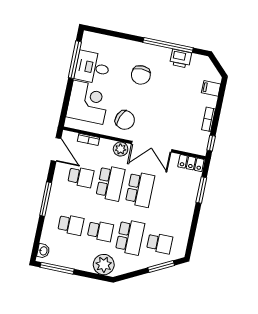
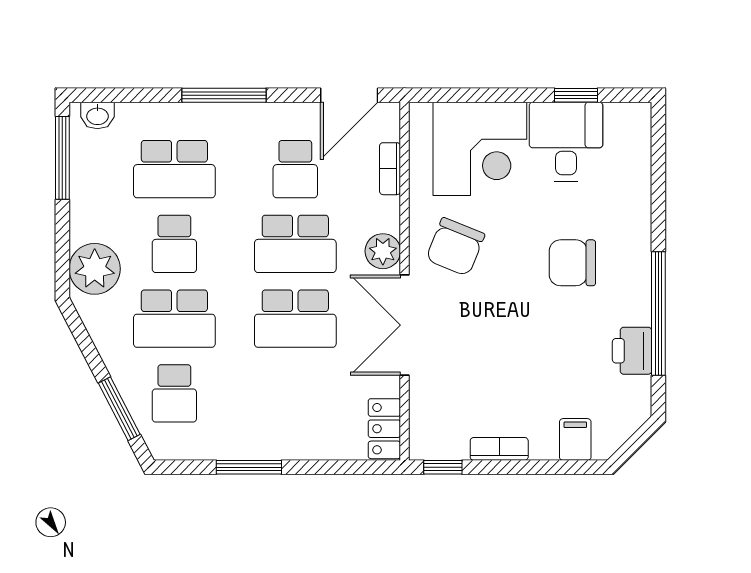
window: (75, 60) -> (576, 95), width x0.46
window: (201, 190) -> (249, 467), moved
school desk: (71, 225) -> (174, 169), width x1.85

